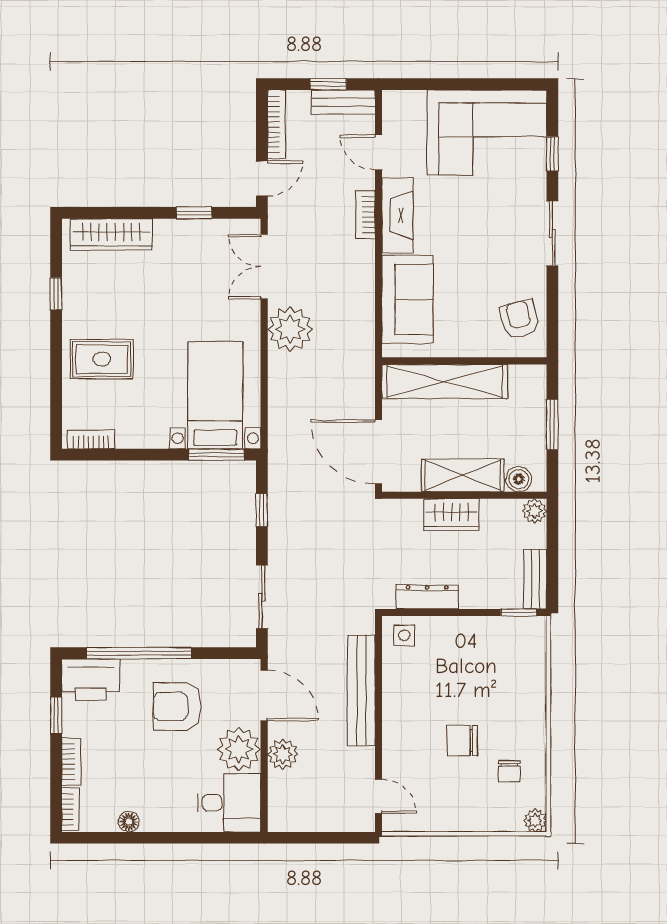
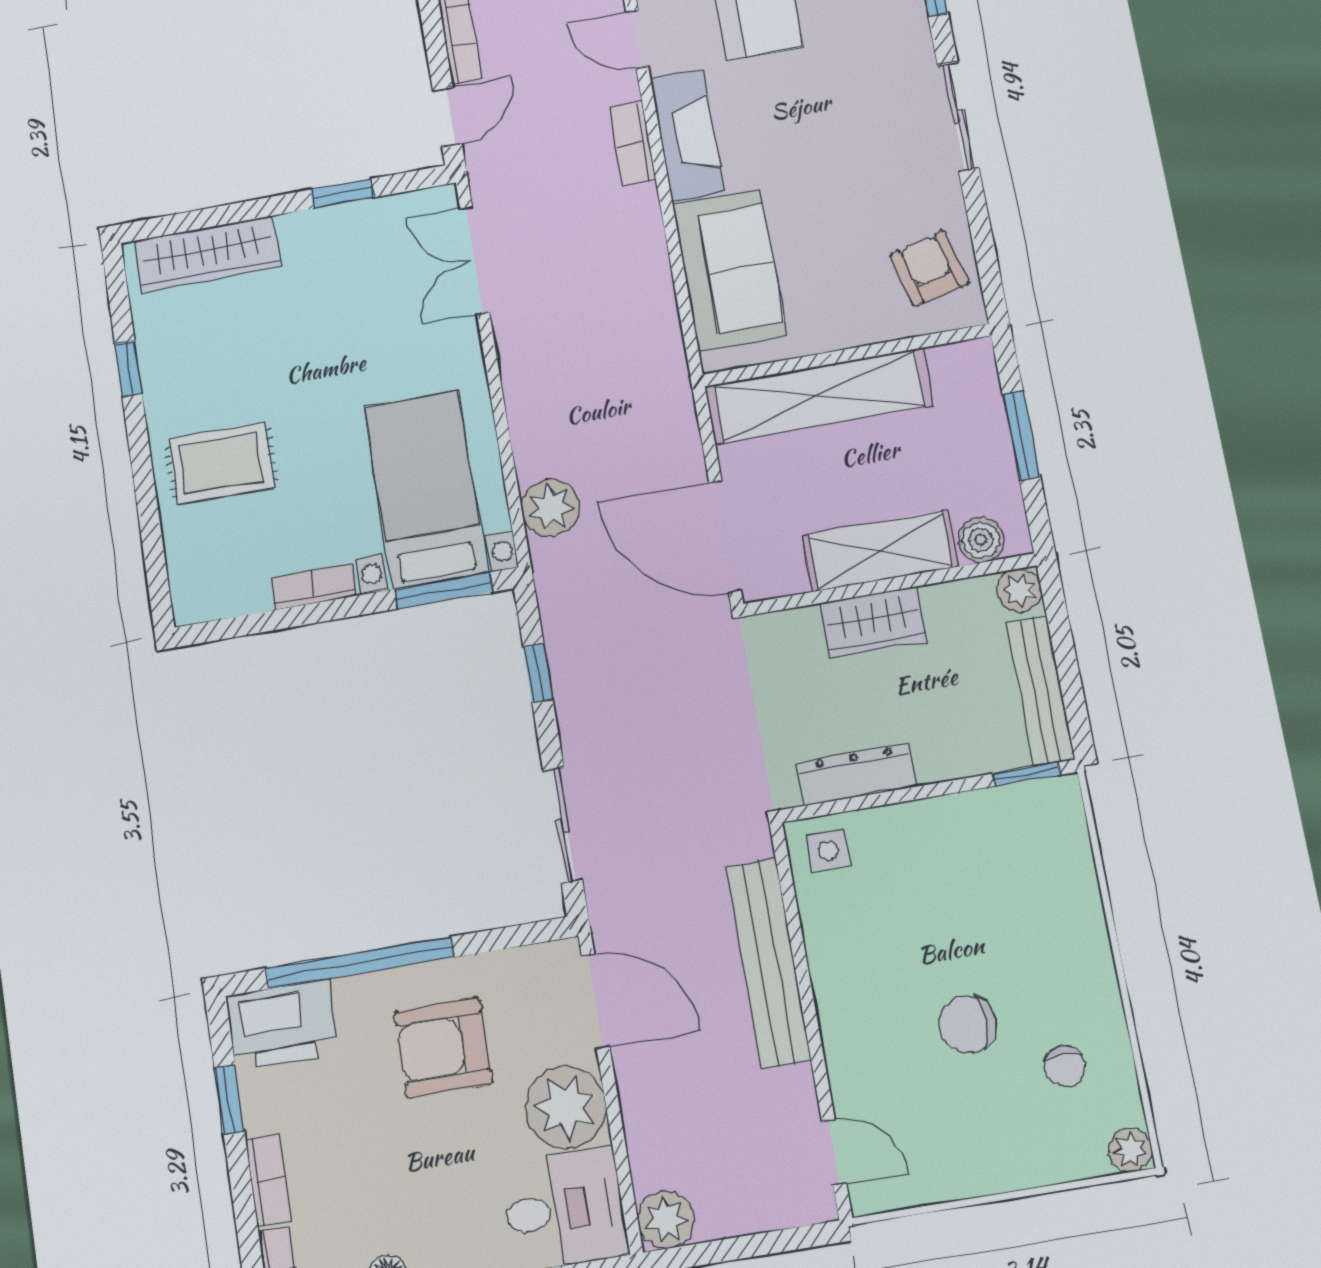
plant: (290, 329) -> (551, 507), moved, width x0.73, depth x0.73
bookcase: (91, 439) -> (314, 587), moved
bench: (535, 579) -> (1040, 691), width x1.36
plant: (283, 754) -> (666, 1220), moved

